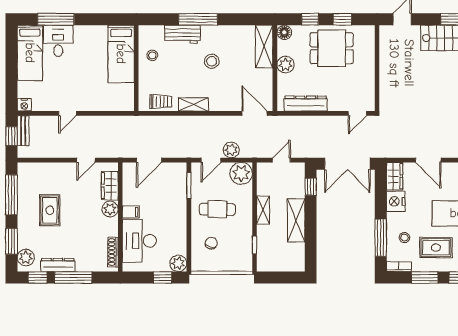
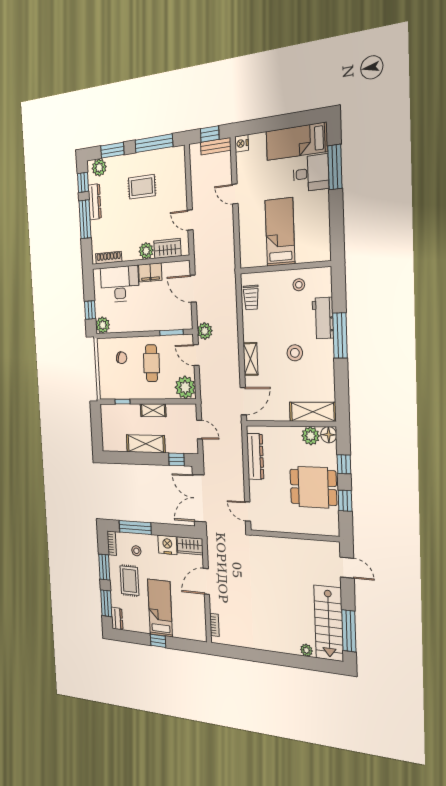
dining table: (332, 48) -> (313, 487), turned 90
bed: (121, 54) -> (280, 232), moved, turned 90
plant: (286, 65) -> (311, 436), moved
shelving: (193, 104) -> (250, 359), moved
plant: (231, 150) -> (205, 331), moved
filing cabinet: (131, 212) -> (150, 272), width x2.00

